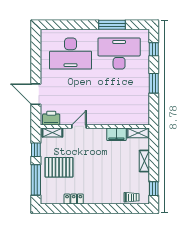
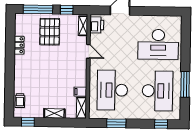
desk: (71, 54) -> (158, 44), turned -90
window: (154, 83) -> (116, 123), moved
desk: (119, 101) -> (112, 90), added
filing cabinet: (116, 134) -> (80, 92), width x0.50

